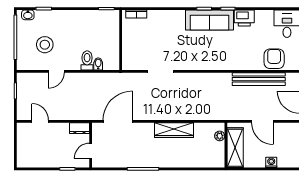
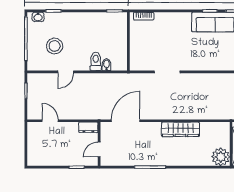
plant: (220, 136) -> (221, 157), moved, width x1.88, depth x1.88

